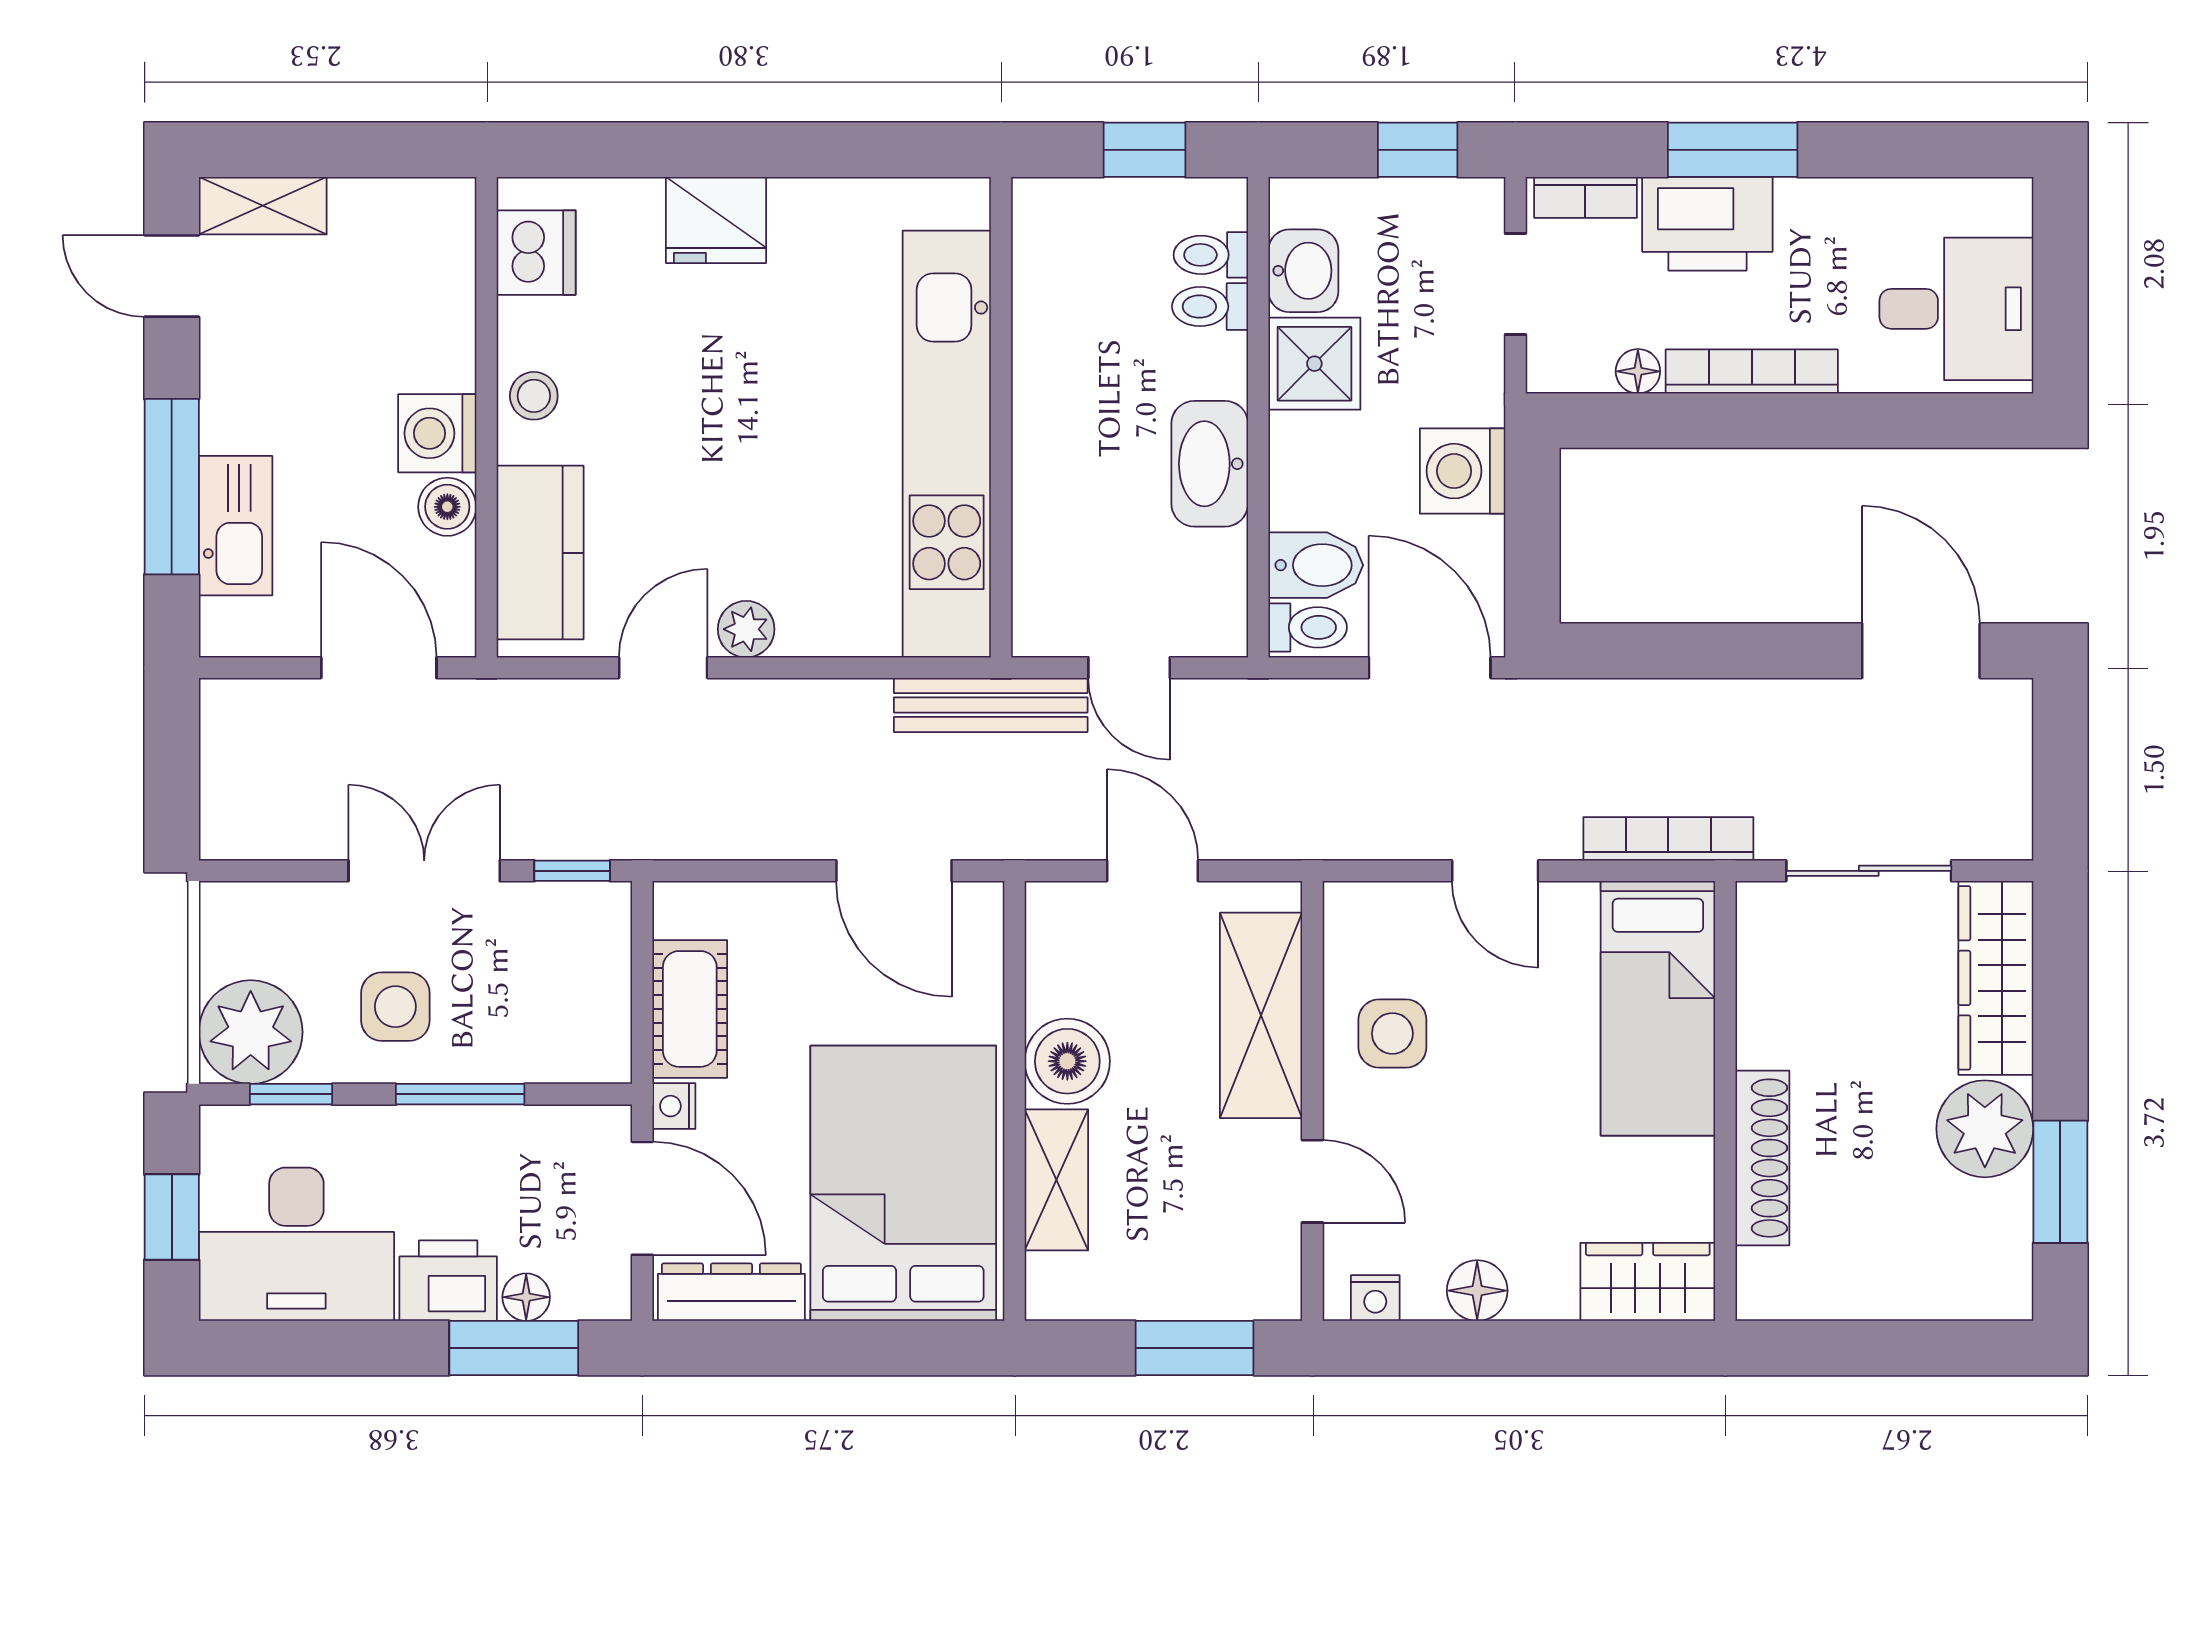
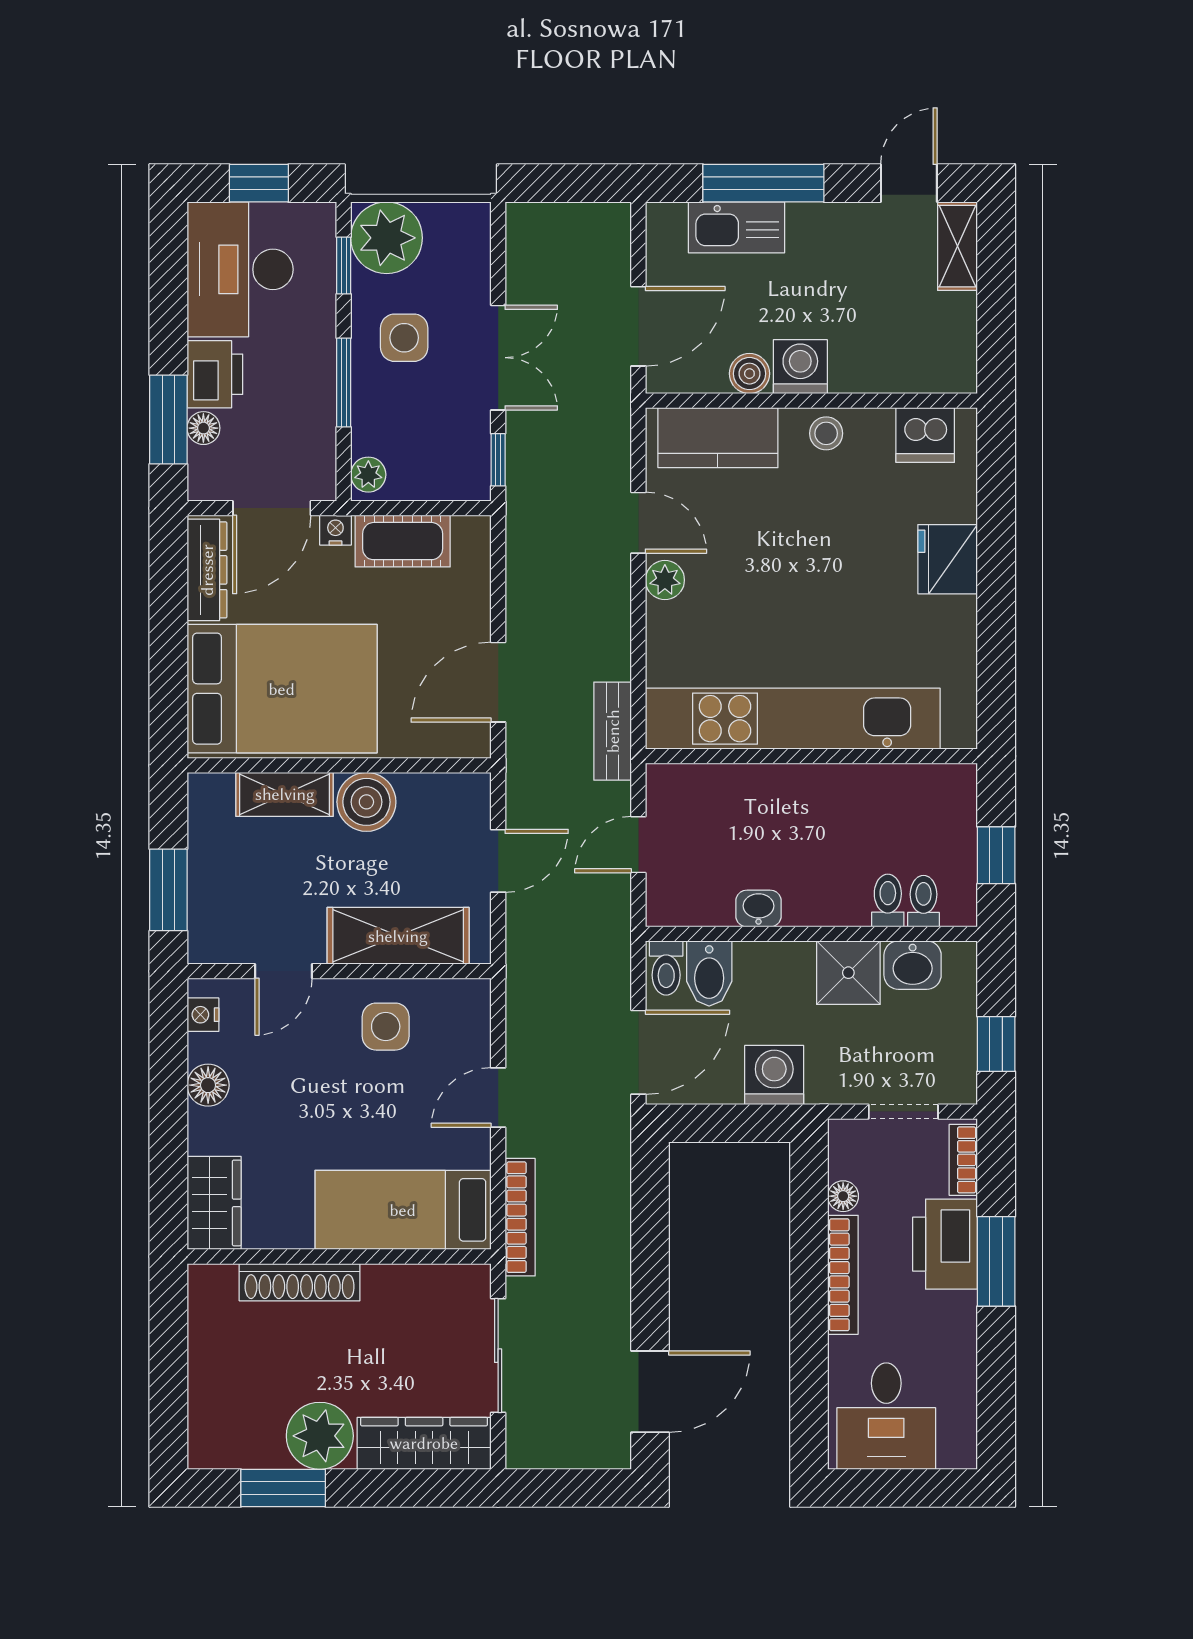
washbasin: (1210, 464) -> (759, 908), width x0.52, depth x0.69
bench: (991, 705) -> (613, 731), width x0.73
plant: (594, 1059) -> (368, 475), added

